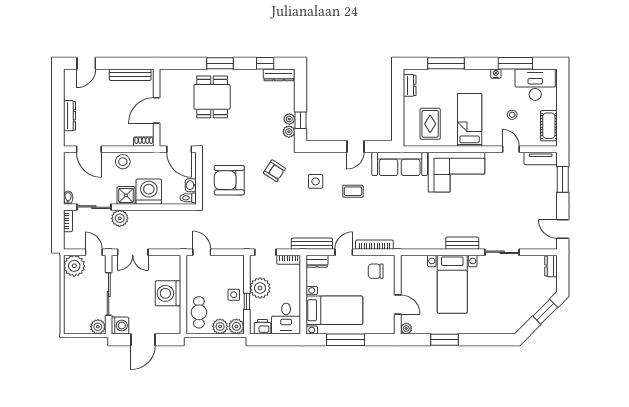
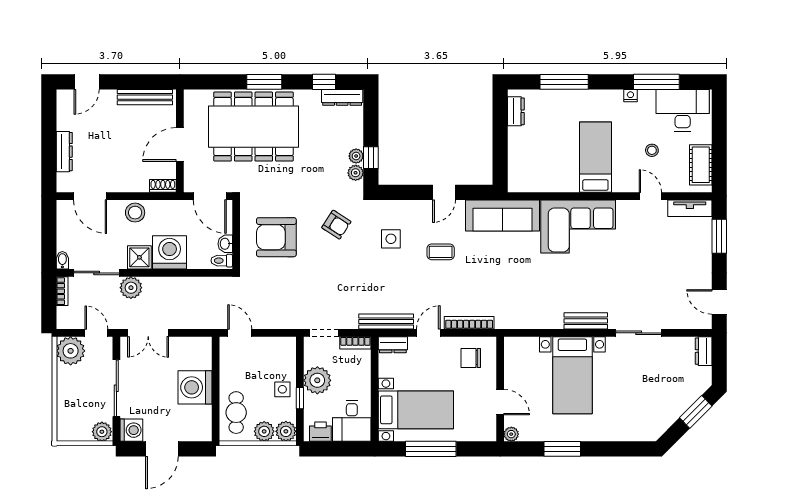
dining table: (212, 97) -> (253, 127), width x1.88, depth x1.24
rug: (430, 124) -> (543, 162), removed

